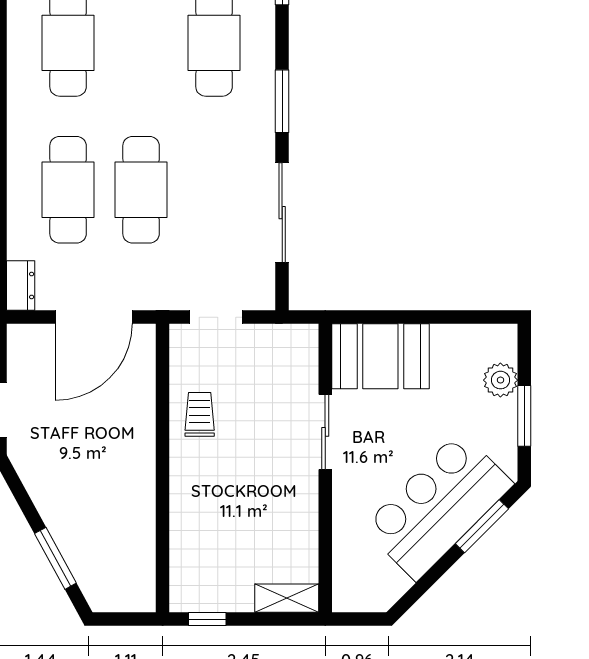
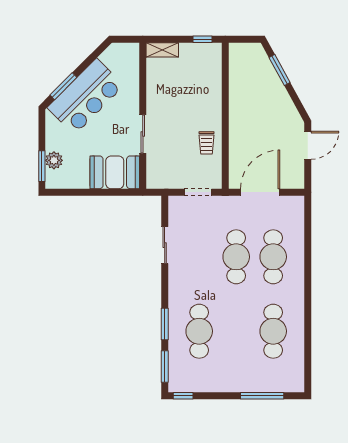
window: (282, 101) -> (165, 324), moved
sliding door: (282, 213) -> (165, 245), width x0.73
dresser: (21, 285) -> (297, 208), removed
window: (524, 416) -> (42, 166), moved

